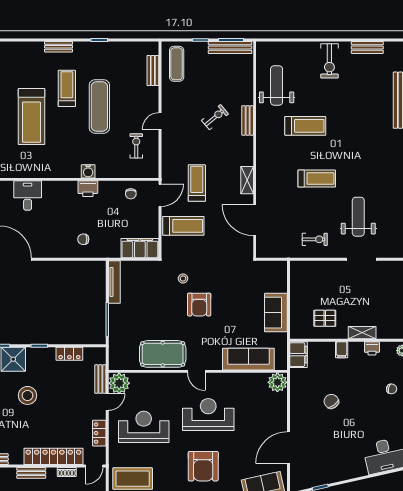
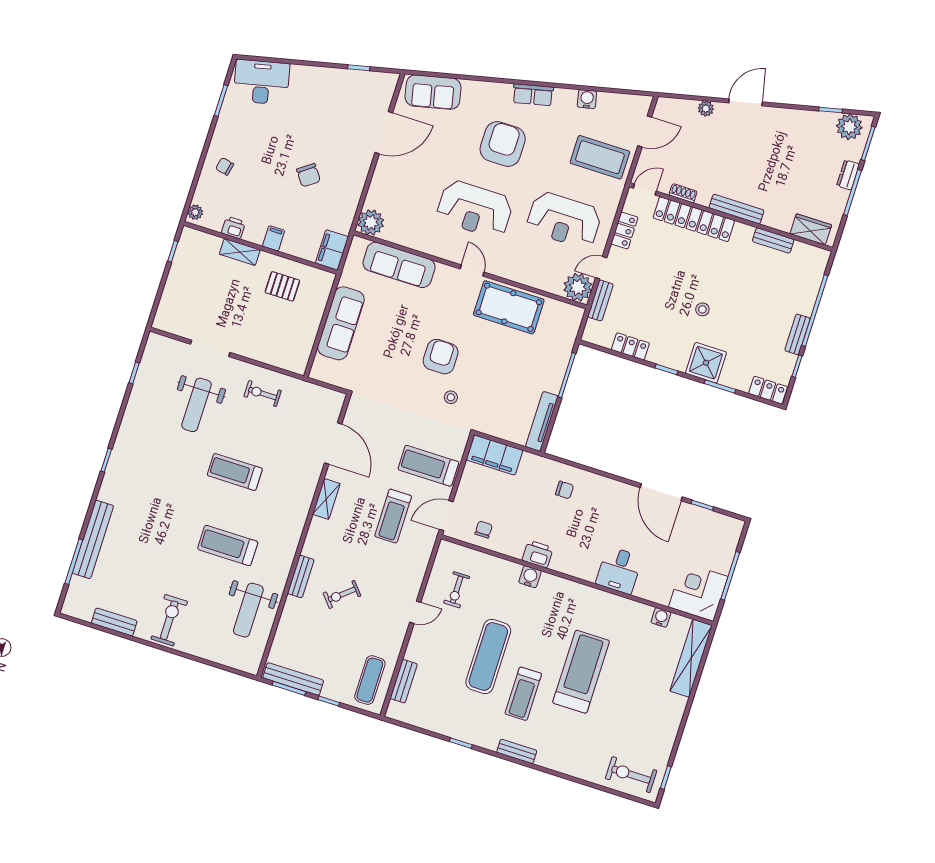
sofa: (276, 313) -> (341, 323), width x1.36
stool: (27, 395) -> (702, 309), width x0.53, depth x0.53
bench: (31, 473) -> (737, 209), width x1.36

